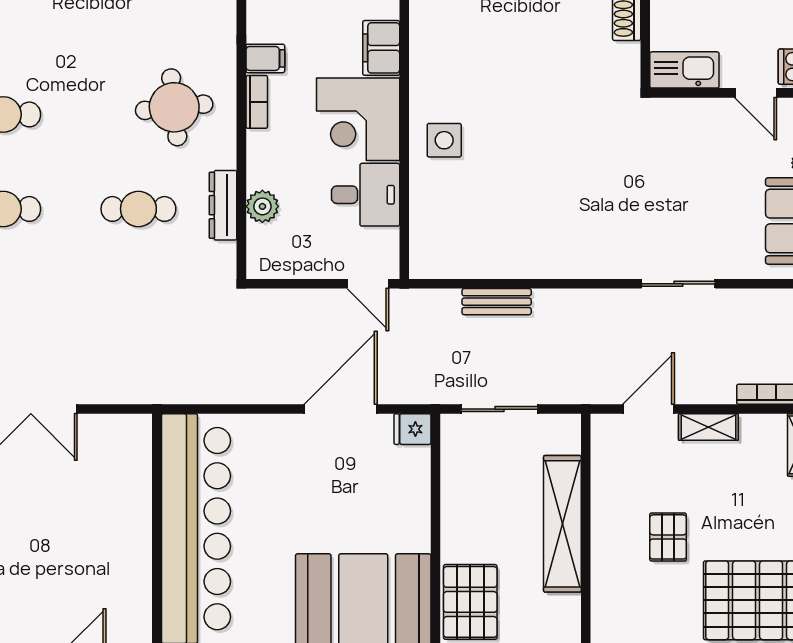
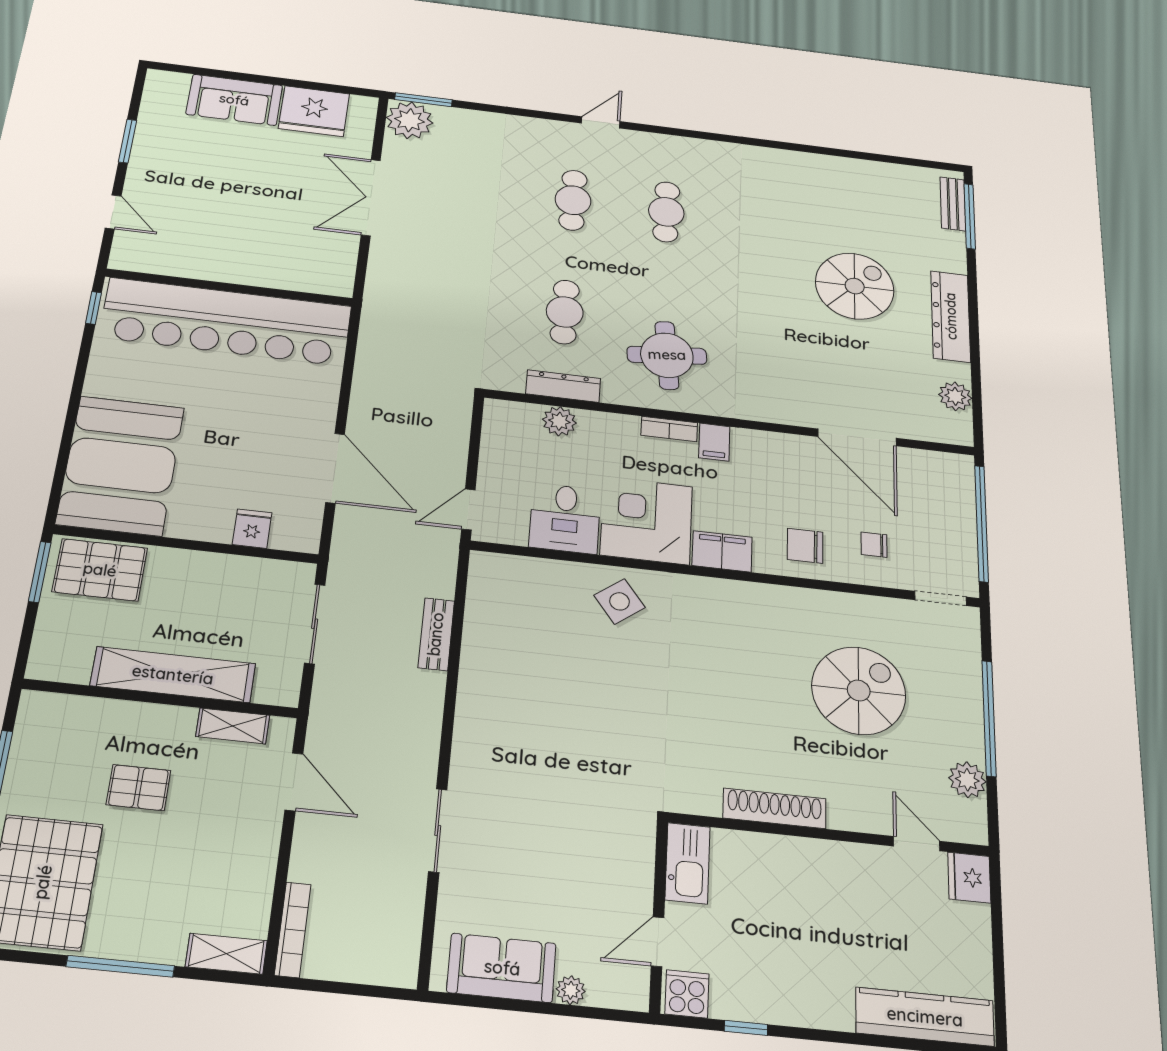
side table: (444, 140) -> (620, 601), turned -37
shelving: (708, 427) -> (233, 726), moved, turned 90
fridge: (412, 429) -> (252, 529), moved

